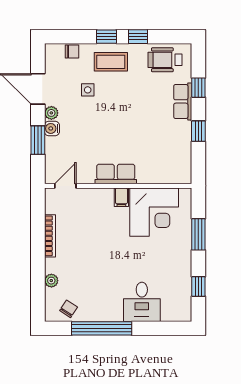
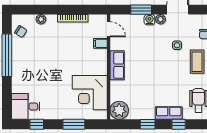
plant: (179, 171) -> (119, 110), added
filing cabinet: (121, 197) -> (100, 43), moved
desk: (142, 302) -> (26, 106), moved

